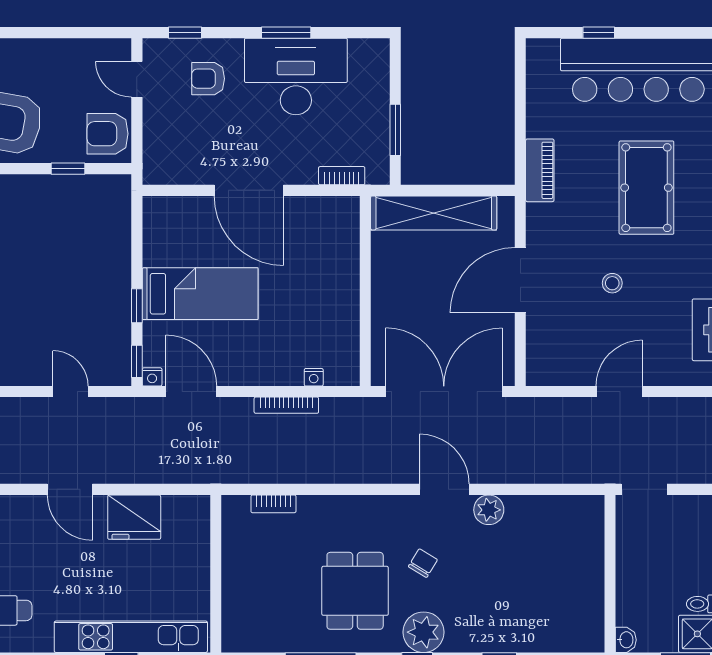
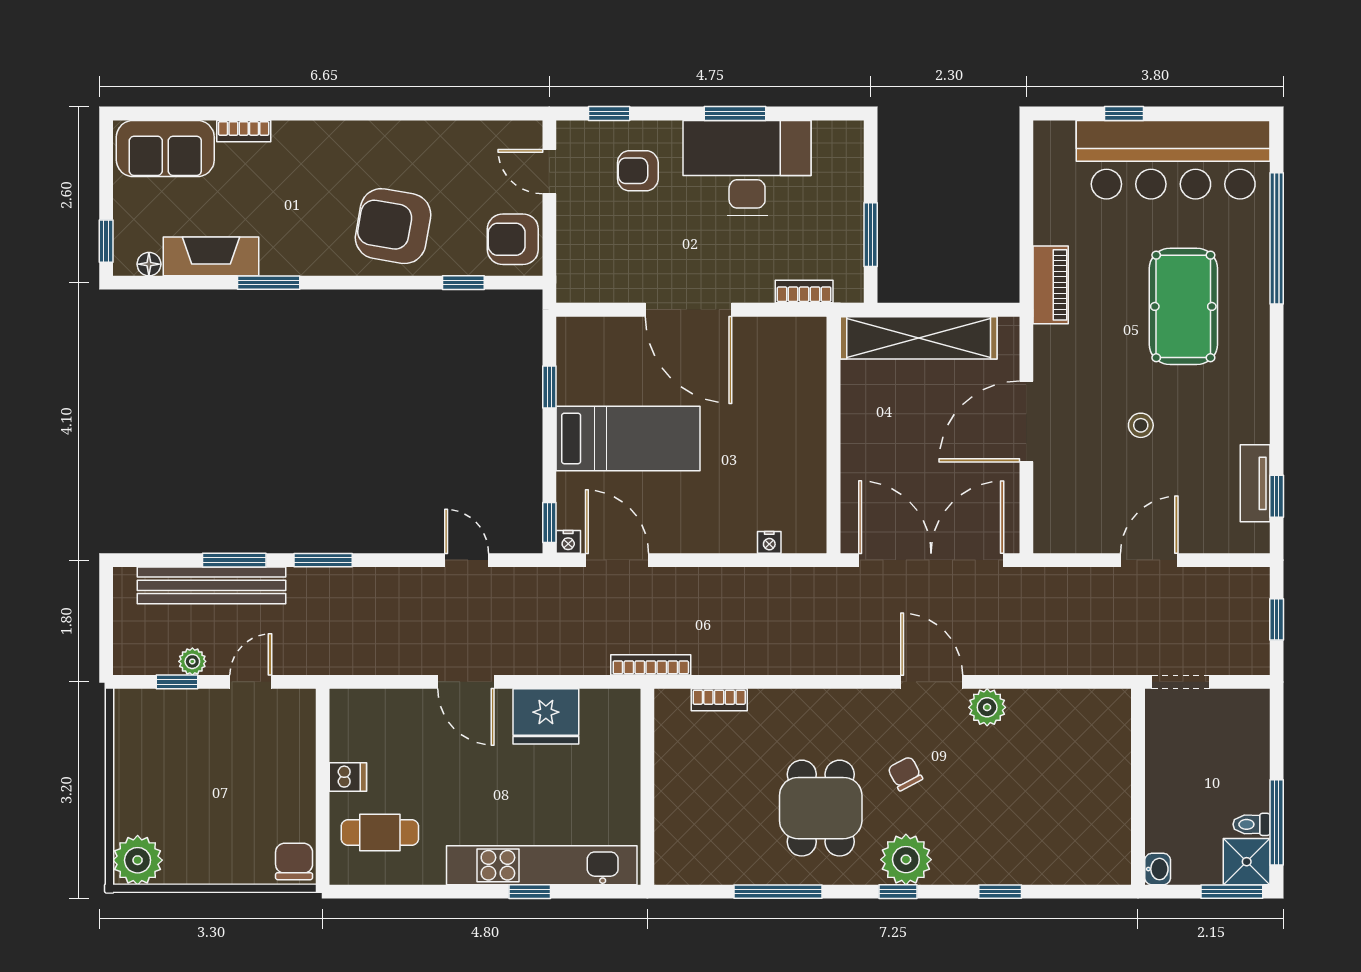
window: (137, 306) -> (549, 387), moved
bookcase: (286, 405) -> (651, 665), moved, turned 180
chair: (423, 563) -> (905, 774), turned -59

